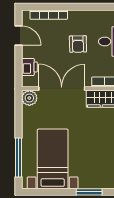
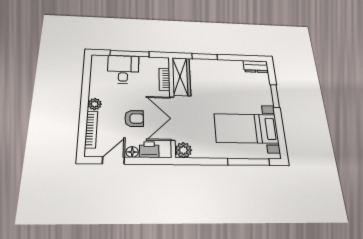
plant: (75, 16) -> (95, 104), added
armchair: (78, 44) -> (134, 118), moved
floor lamp: (27, 52) -> (132, 152), added

